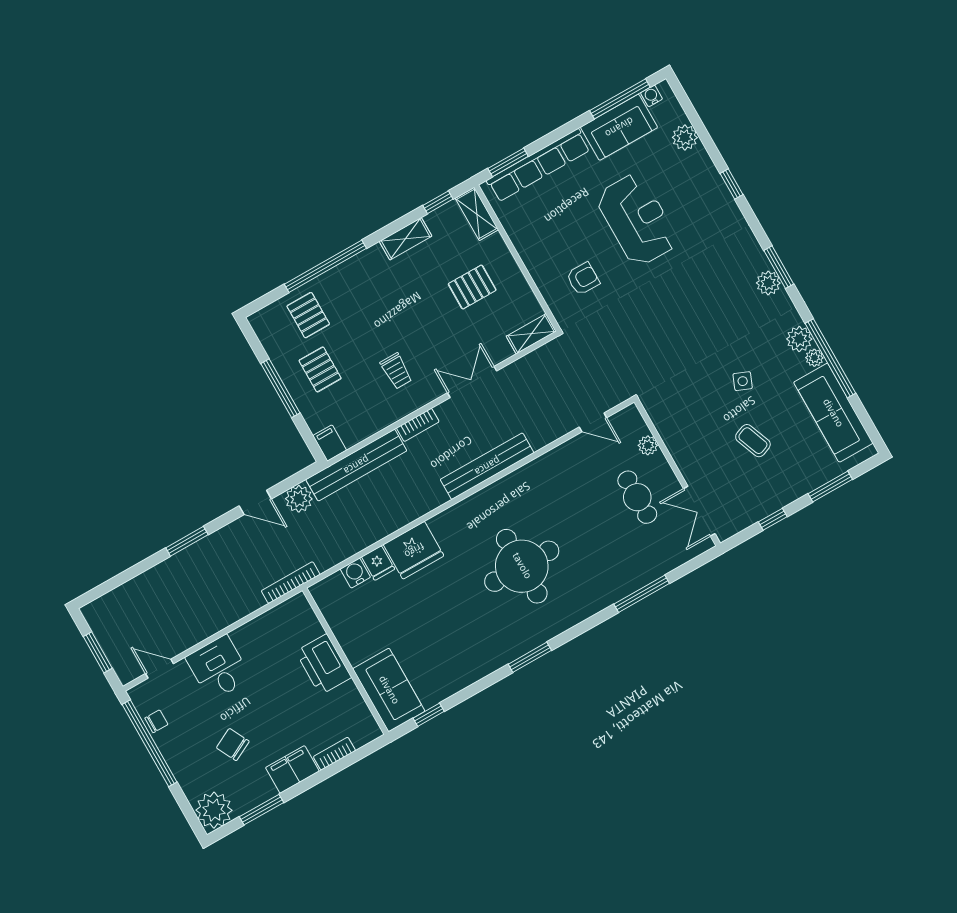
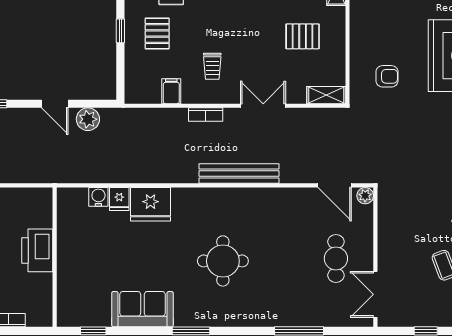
window: (280, 388) -> (120, 31), width x0.46
door: (593, 422) -> (335, 185), width x1.38
filing cabinet: (330, 443) -> (171, 91), moved
plant: (648, 445) -> (365, 196), moved
bench: (356, 465) -> (144, 118), removed
round table: (522, 566) -> (223, 261), width x0.73, depth x0.73
bookcase: (291, 583) -> (47, 177), removed
sofa: (389, 690) -> (142, 309), moved, turned -90

